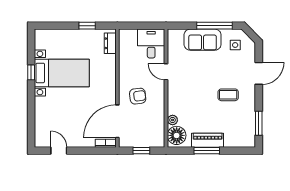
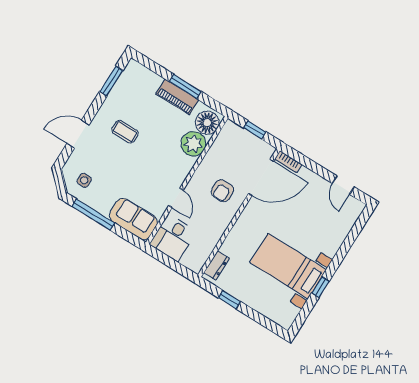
sofa: (203, 40) -> (133, 219), moved
armchair: (138, 96) -> (222, 191), turned -83
plant: (173, 120) -> (193, 144), width x1.87, depth x1.87

